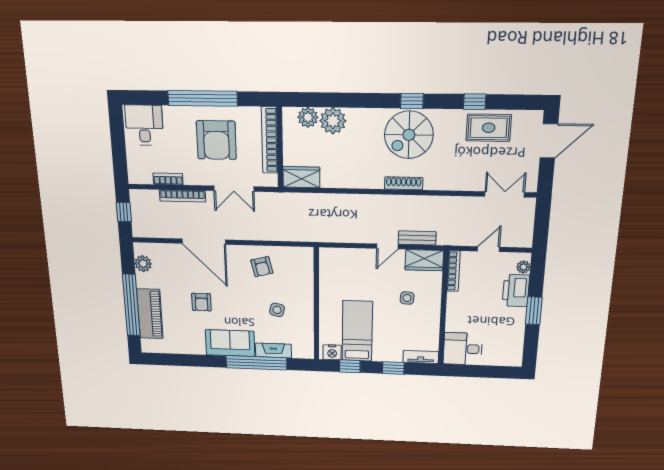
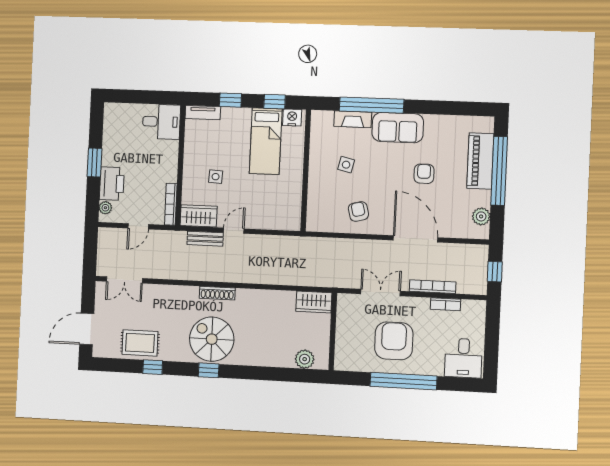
plant: (333, 121) -> (281, 355), removed
spiral stairs: (409, 135) -> (212, 339), turned -90
bookcase: (270, 140) -> (342, 339), removed

